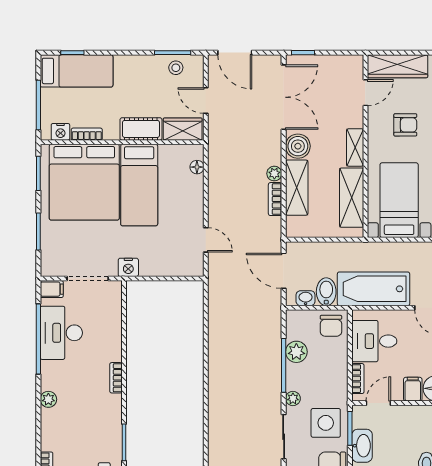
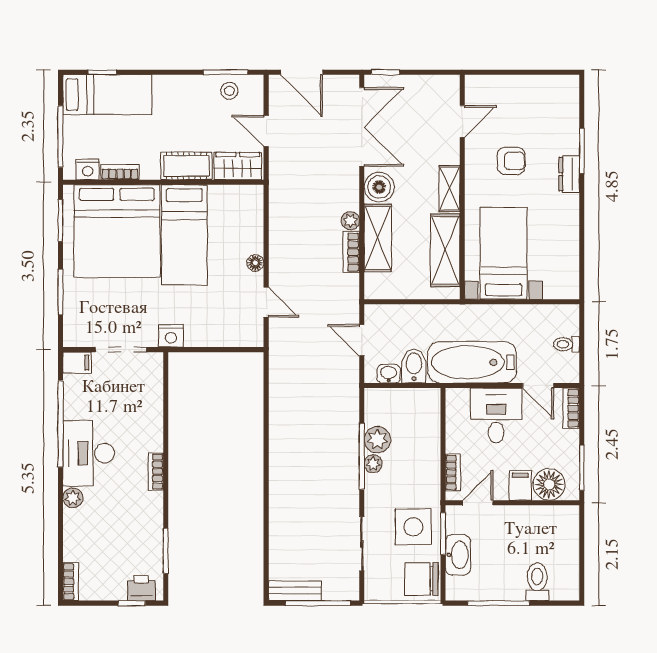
wardrobe: (397, 66) -> (502, 89), removed
floor lamp: (197, 167) -> (255, 263), moved
door: (284, 271) -> (362, 340), width x0.73
chair: (331, 326) -> (420, 408), removed
desk: (61, 333) -> (89, 453), moved
desk: (374, 341) -> (496, 415), moved, turned 90
plant: (293, 398) -> (373, 464), moved

